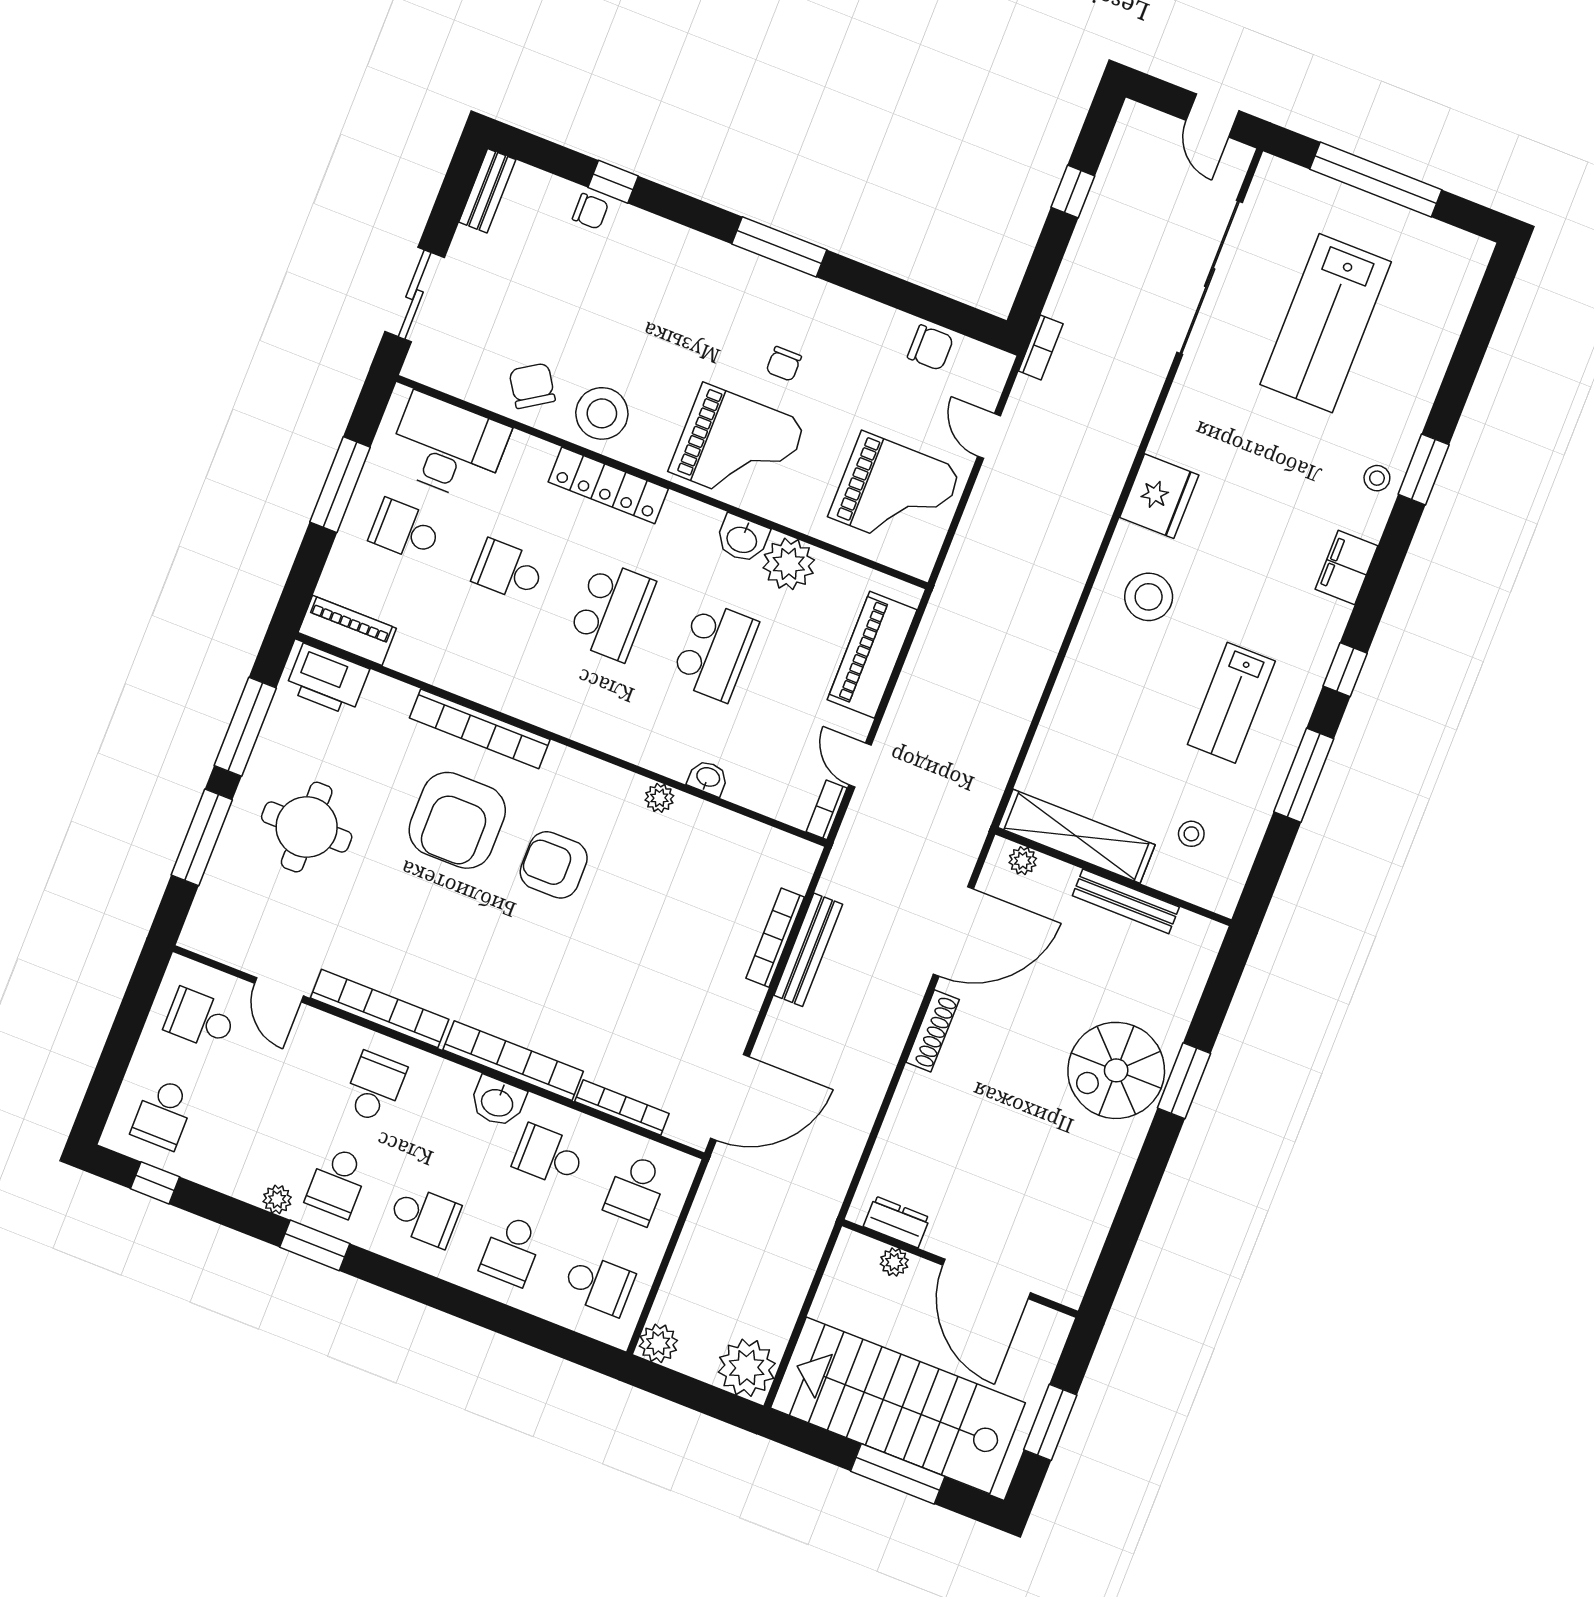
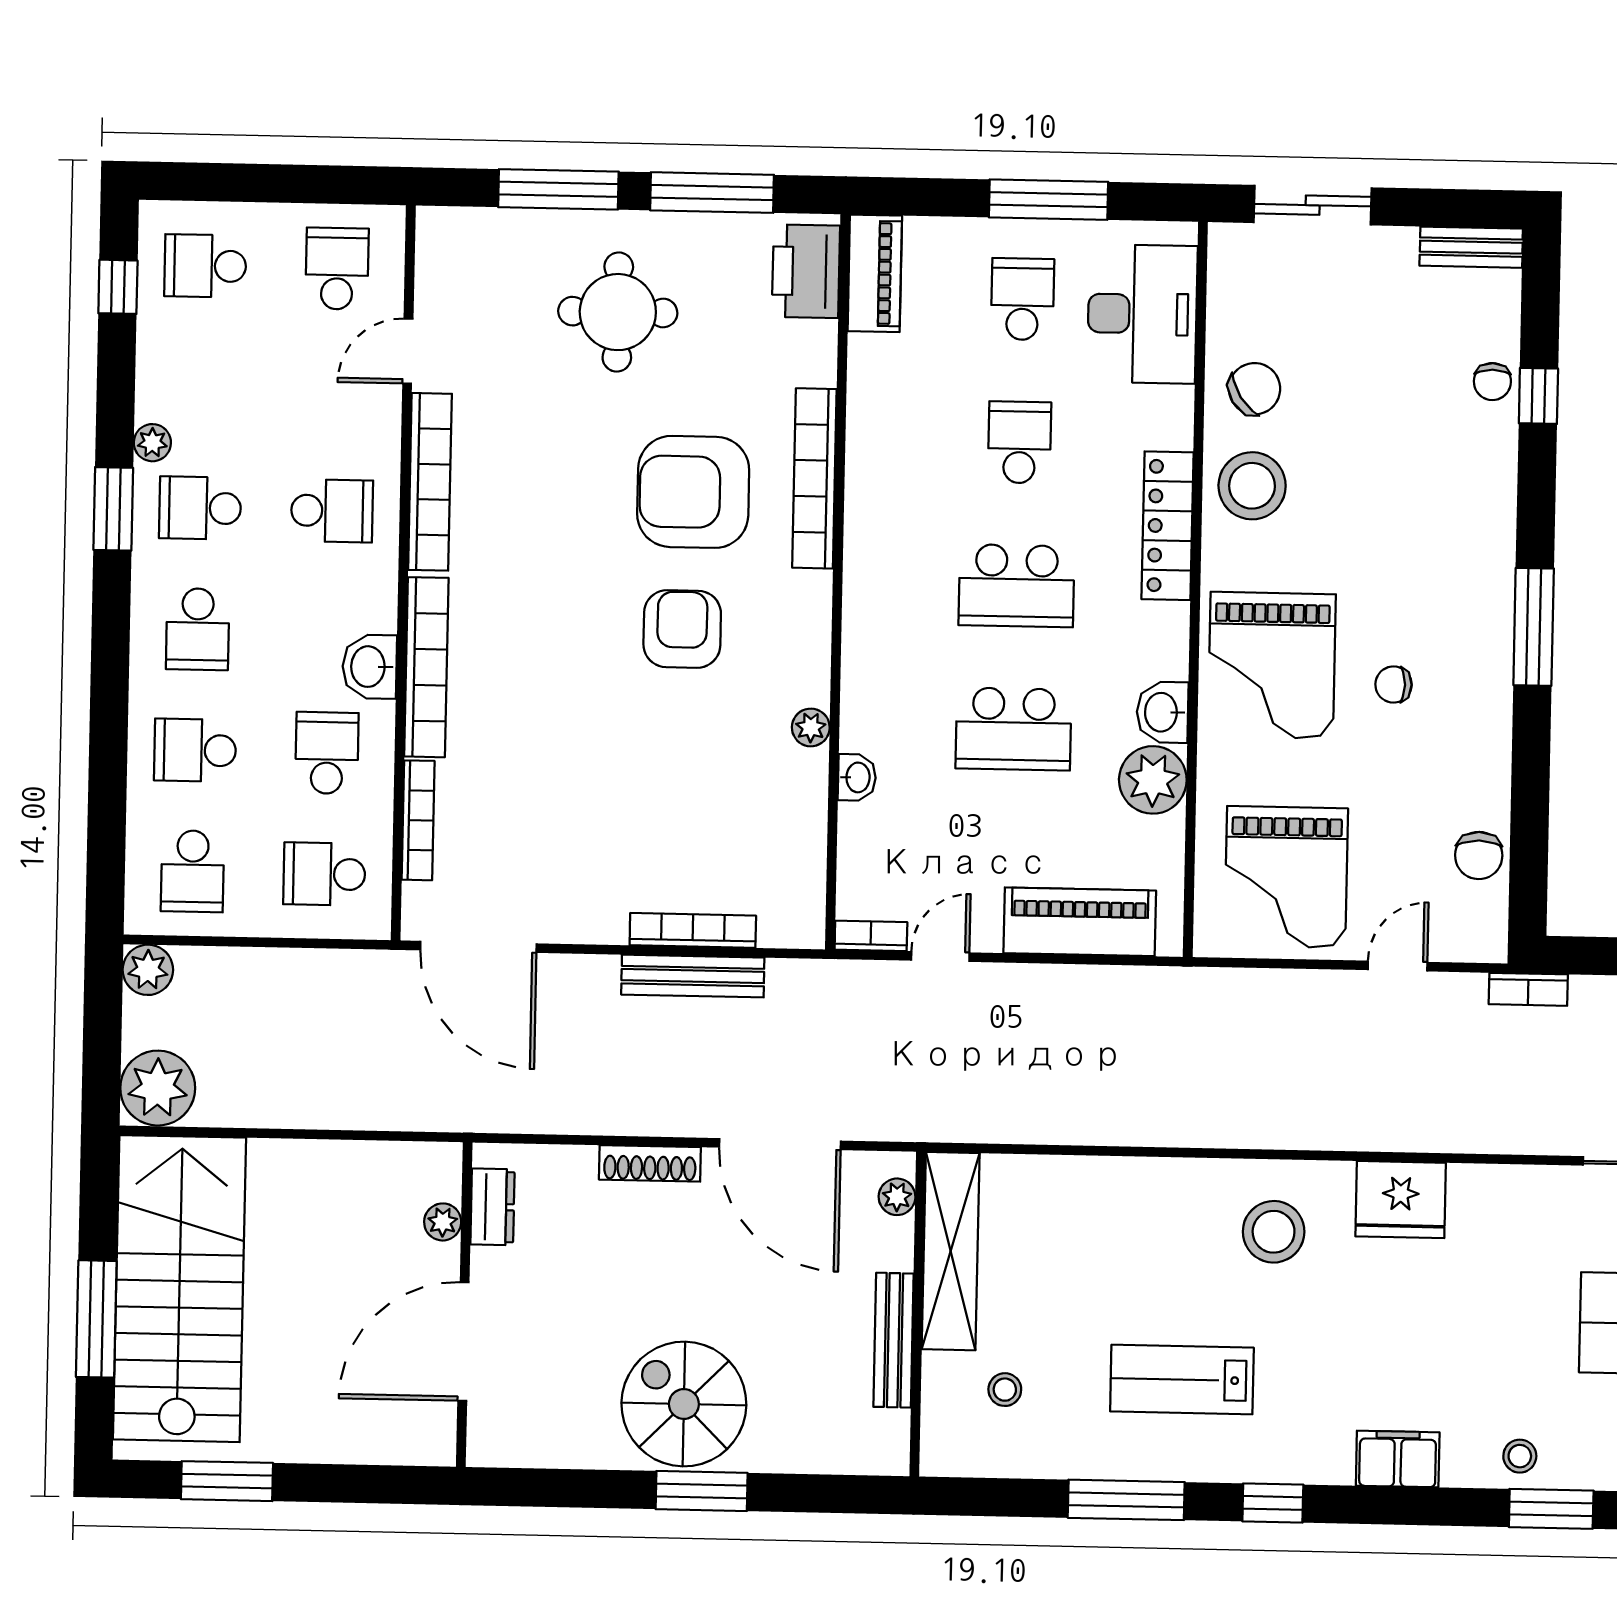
dresser: (897, 1222) -> (492, 1207), moved
plant: (894, 1262) -> (443, 1222), moved
wall: (960, 1268) -> (464, 1305), moved
door: (986, 1279) -> (463, 1341), moved

